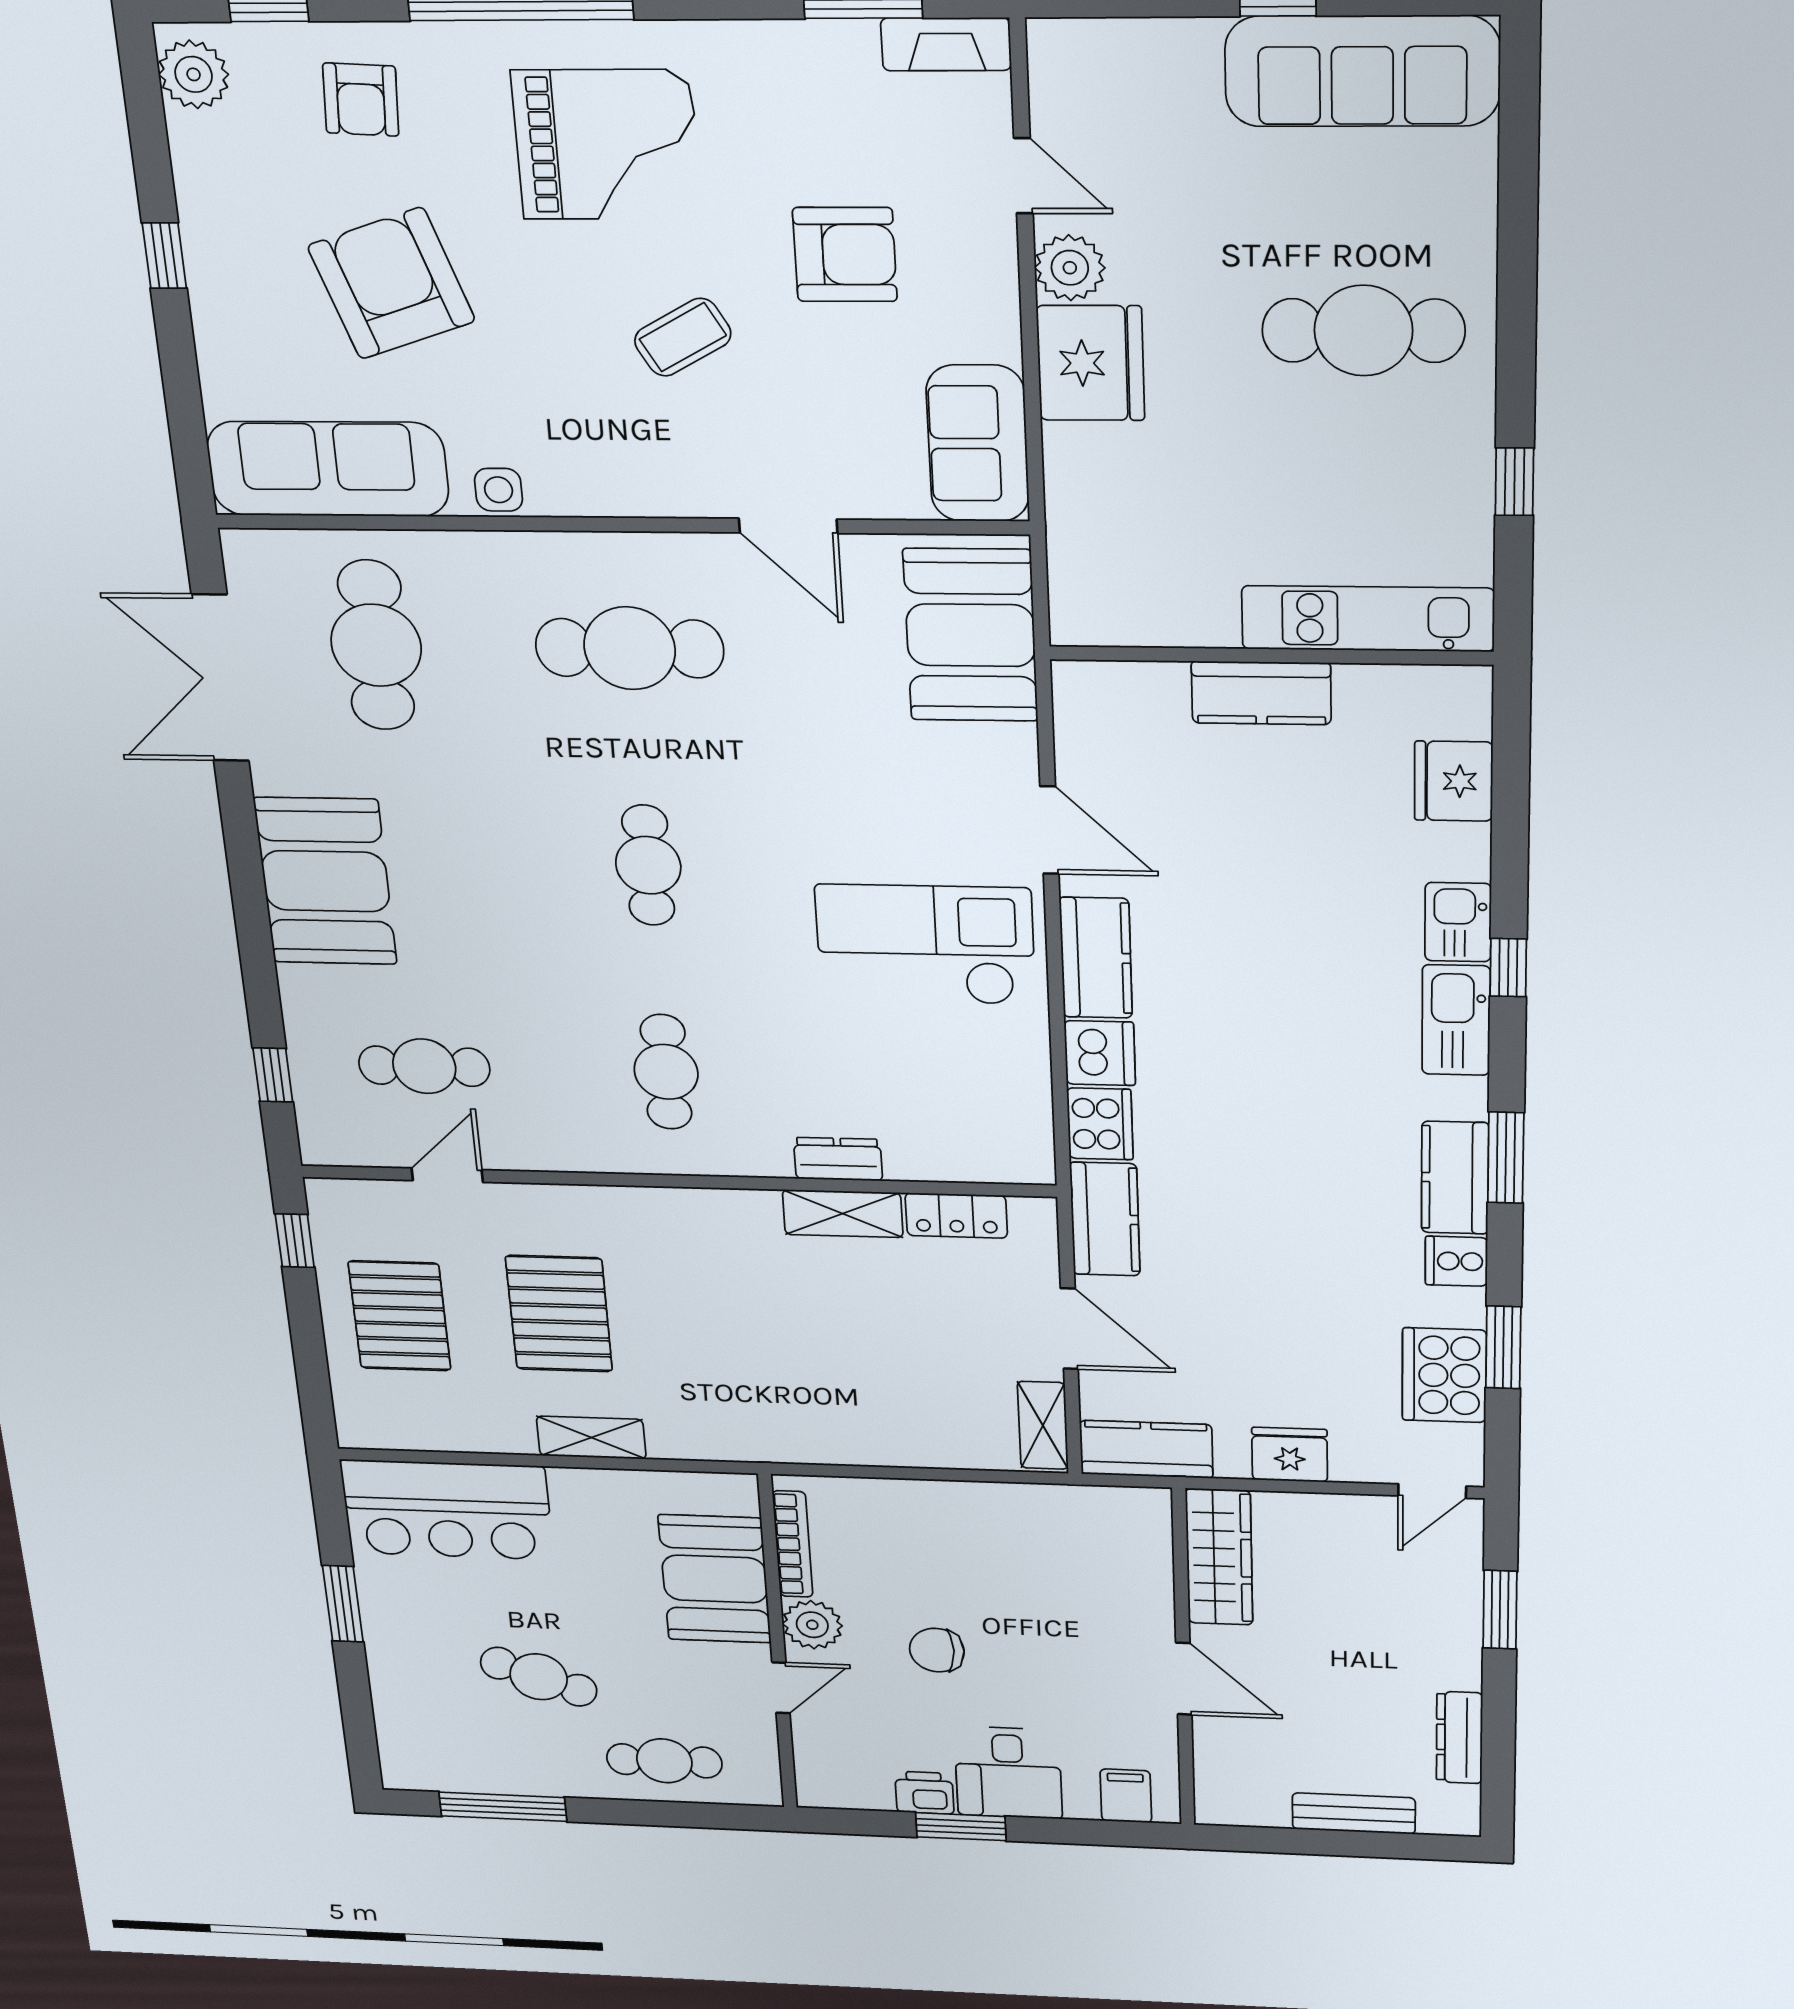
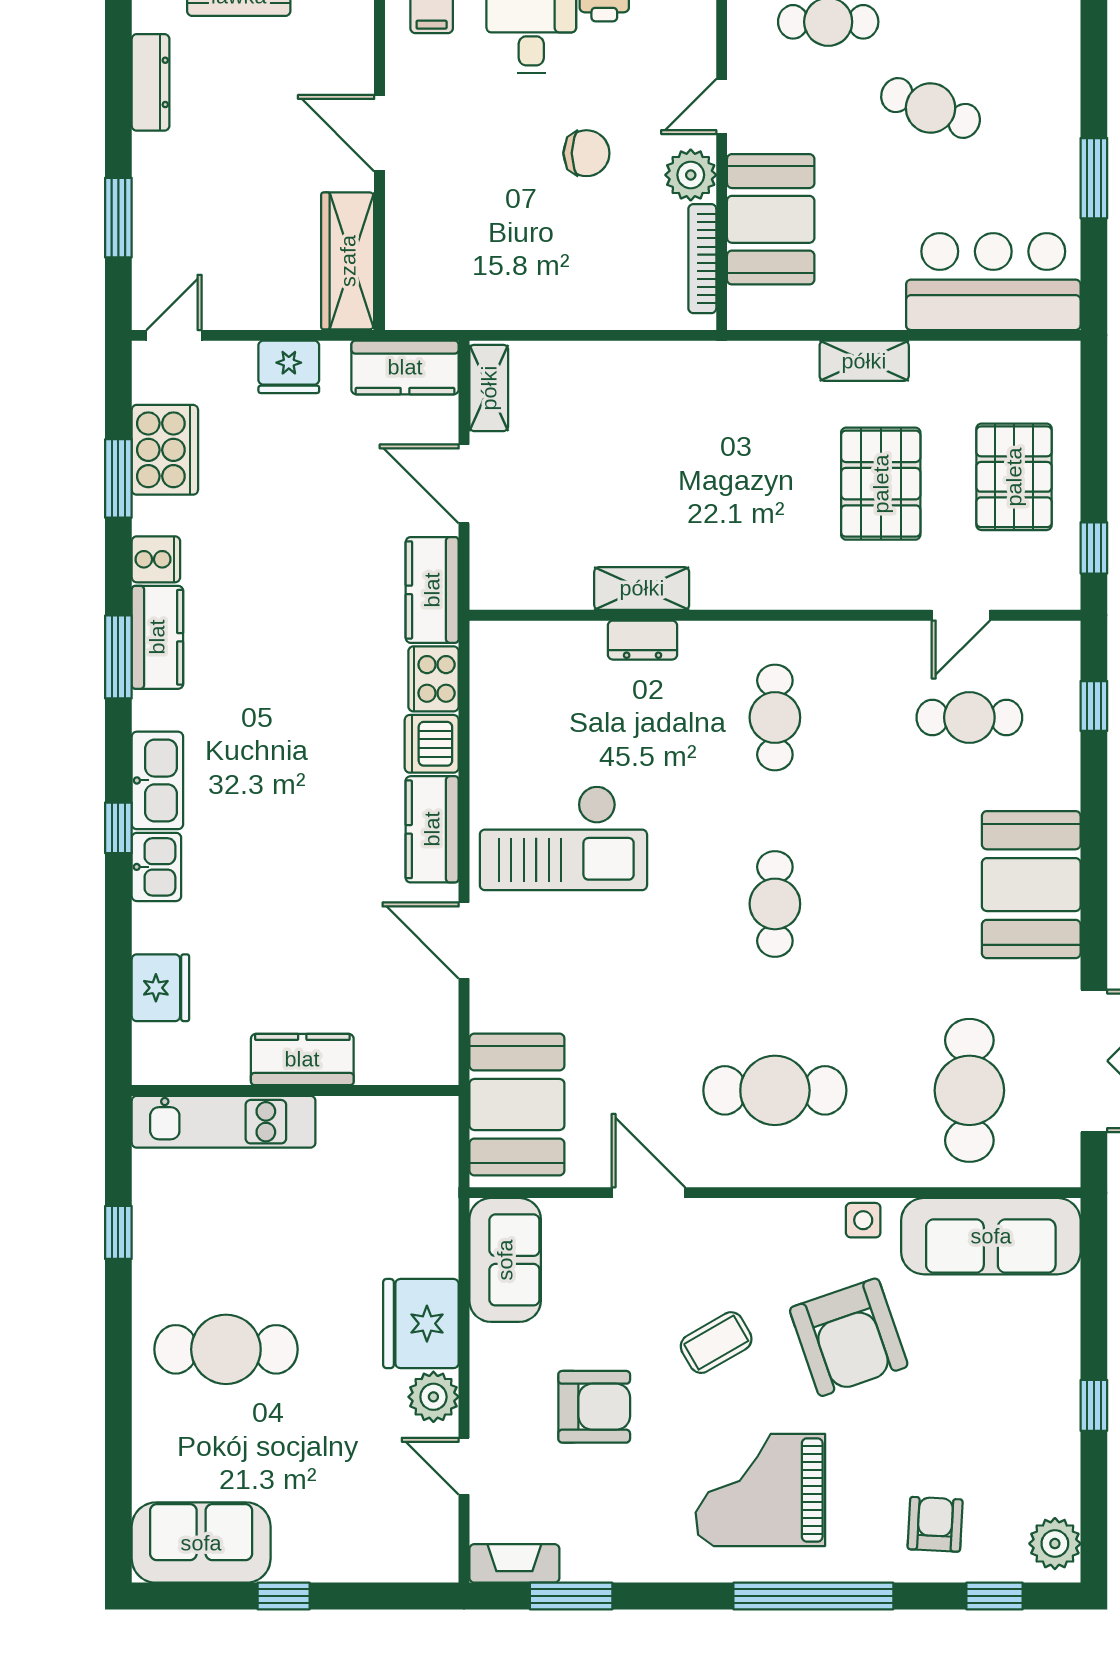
sofa: (1362, 71) -> (201, 1543), width x0.73
armchair: (845, 255) -> (594, 1407), turned 180
armchair: (391, 283) -> (849, 1337), moved
locker: (956, 1216) -> (551, 590), removed

